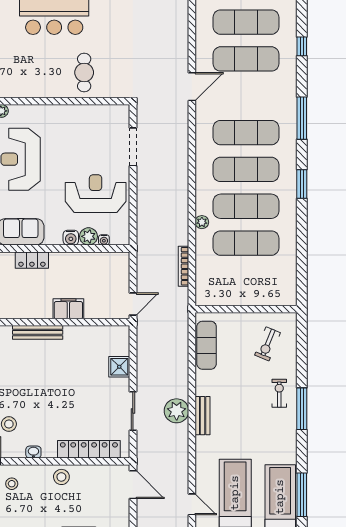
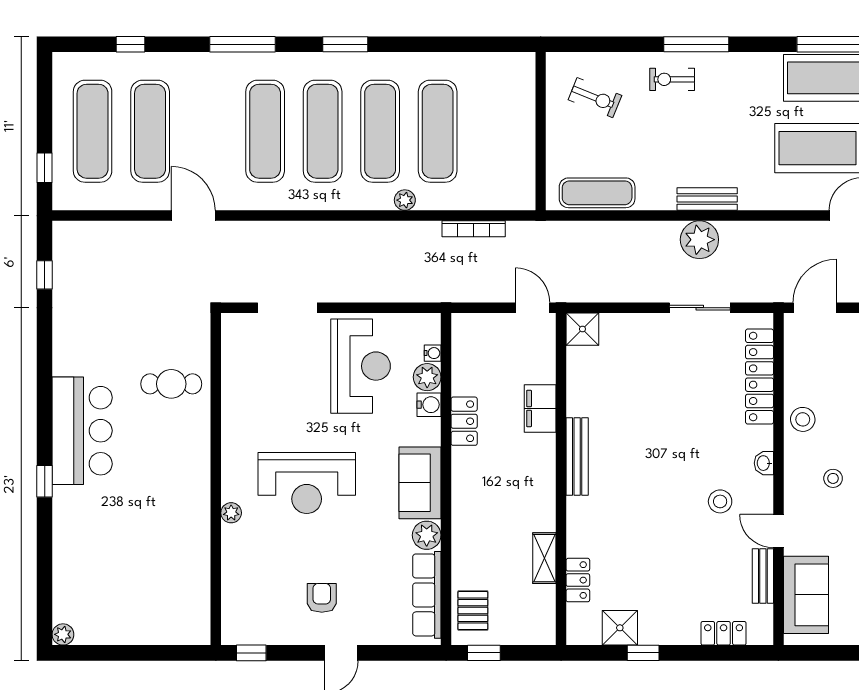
reception desk: (96, 194) -> (360, 366), turned 180
locker: (32, 260) -> (464, 421), moved
shower: (119, 367) -> (582, 329), moved
stool: (12, 484) -> (833, 478), moved

